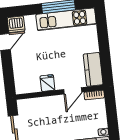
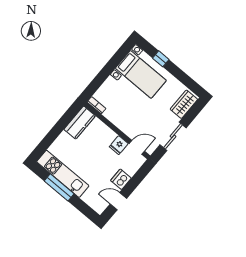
dishwasher: (16, 24) -> (121, 179), moved, turned -90
door: (73, 91) -> (137, 147), moved

